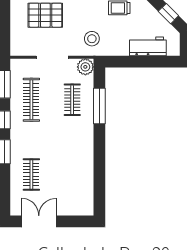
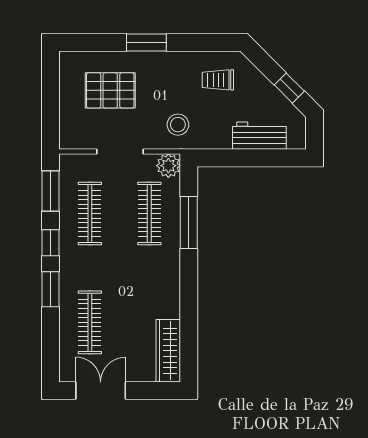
clothes rail: (72, 100) -> (149, 213), width x1.36
clothes rail: (31, 175) -> (90, 322), width x1.36
wardrobe: (85, 194) -> (168, 351), added

